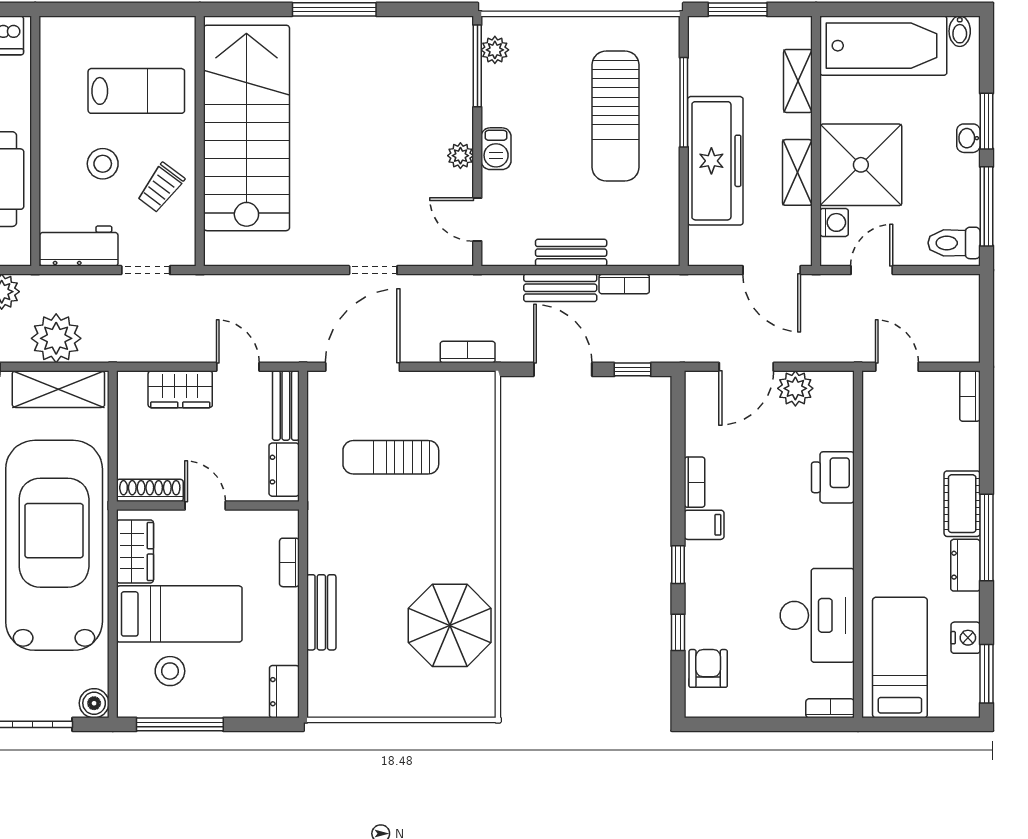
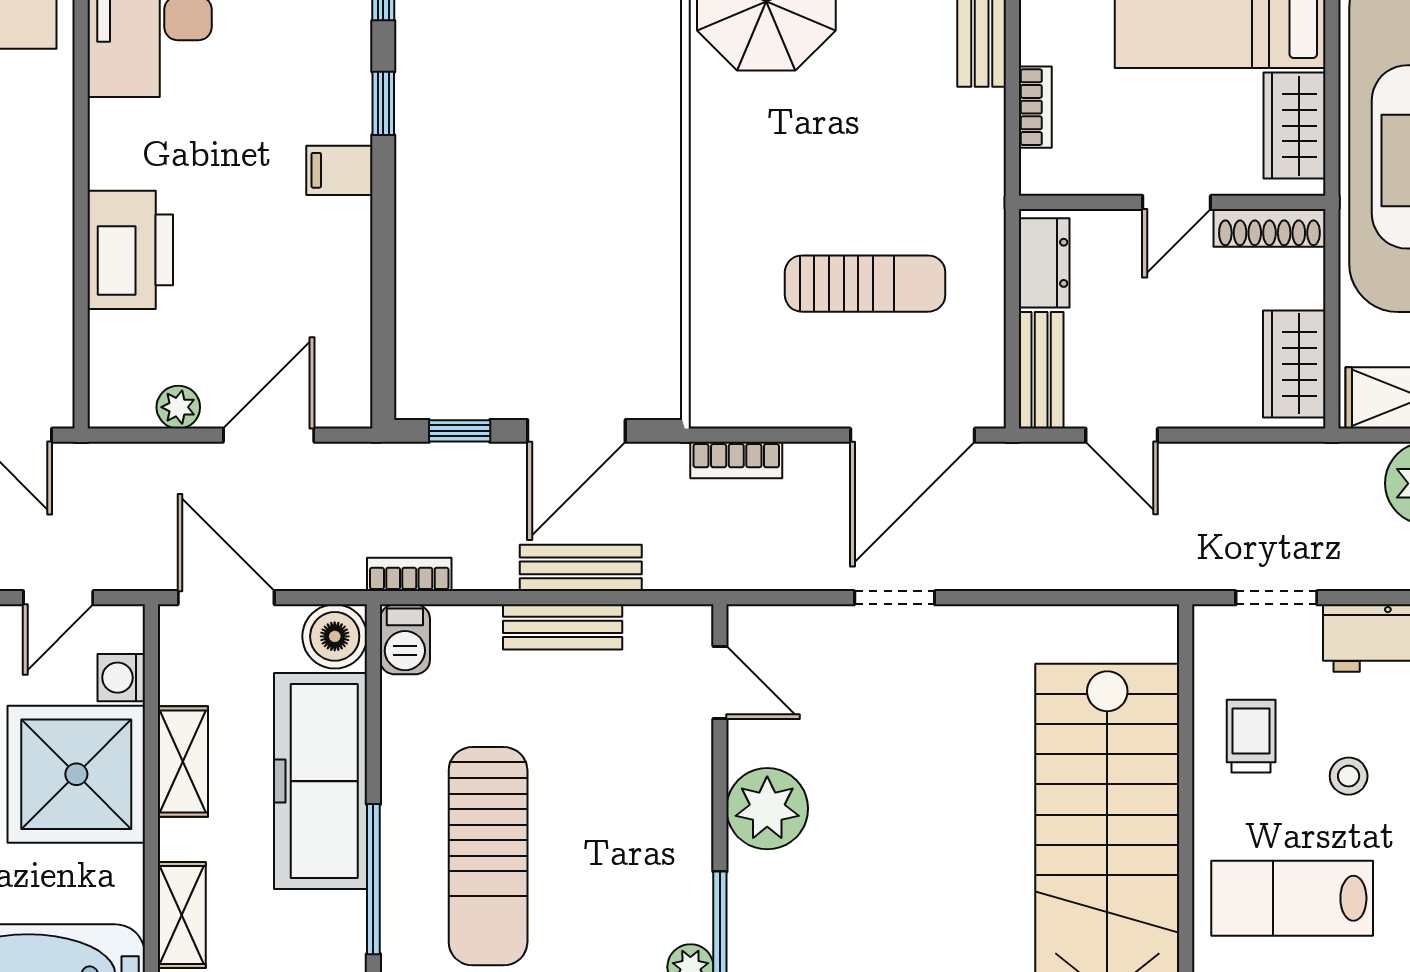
sun lounger: (616, 116) -> (488, 856), turned 180
barbecue: (496, 149) -> (405, 639), moved, turned 180
plant: (460, 156) -> (767, 809), width x1.88, depth x1.88
stool: (103, 164) -> (1349, 776), width x0.73, depth x0.73
trolley: (161, 188) -> (1251, 736), turned -37
boiler: (707, 247) -> (335, 636), added
bookcase: (624, 284) -> (409, 574), moved
door: (563, 369) -> (576, 431), hinge flipped
plant: (795, 388) -> (178, 407), width x0.73, depth x0.73
wardrobe: (180, 389) -> (1294, 364), moved, turned -90
printer: (833, 477) -> (130, 250), width x1.37, depth x1.19
bookcase: (695, 482) -> (355, 242), removed
door: (205, 506) -> (1177, 202), hinge flipped

